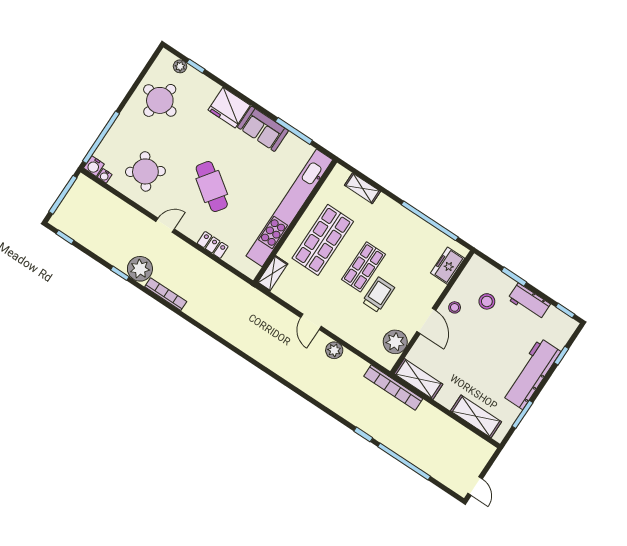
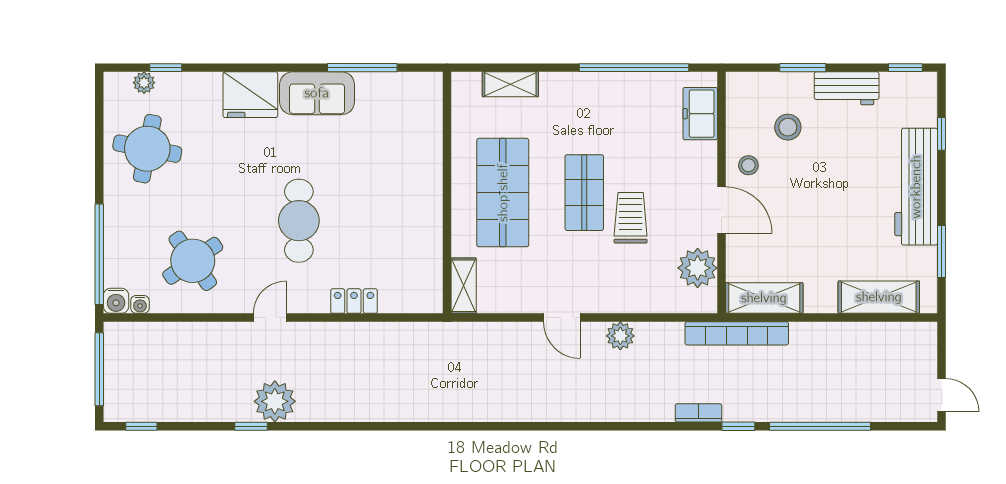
cafe table: (212, 187) -> (299, 221), turned 54
kitchen unit: (289, 208) -> (427, 179), removed
bookcase: (166, 294) -> (699, 413), moved, width x0.64

